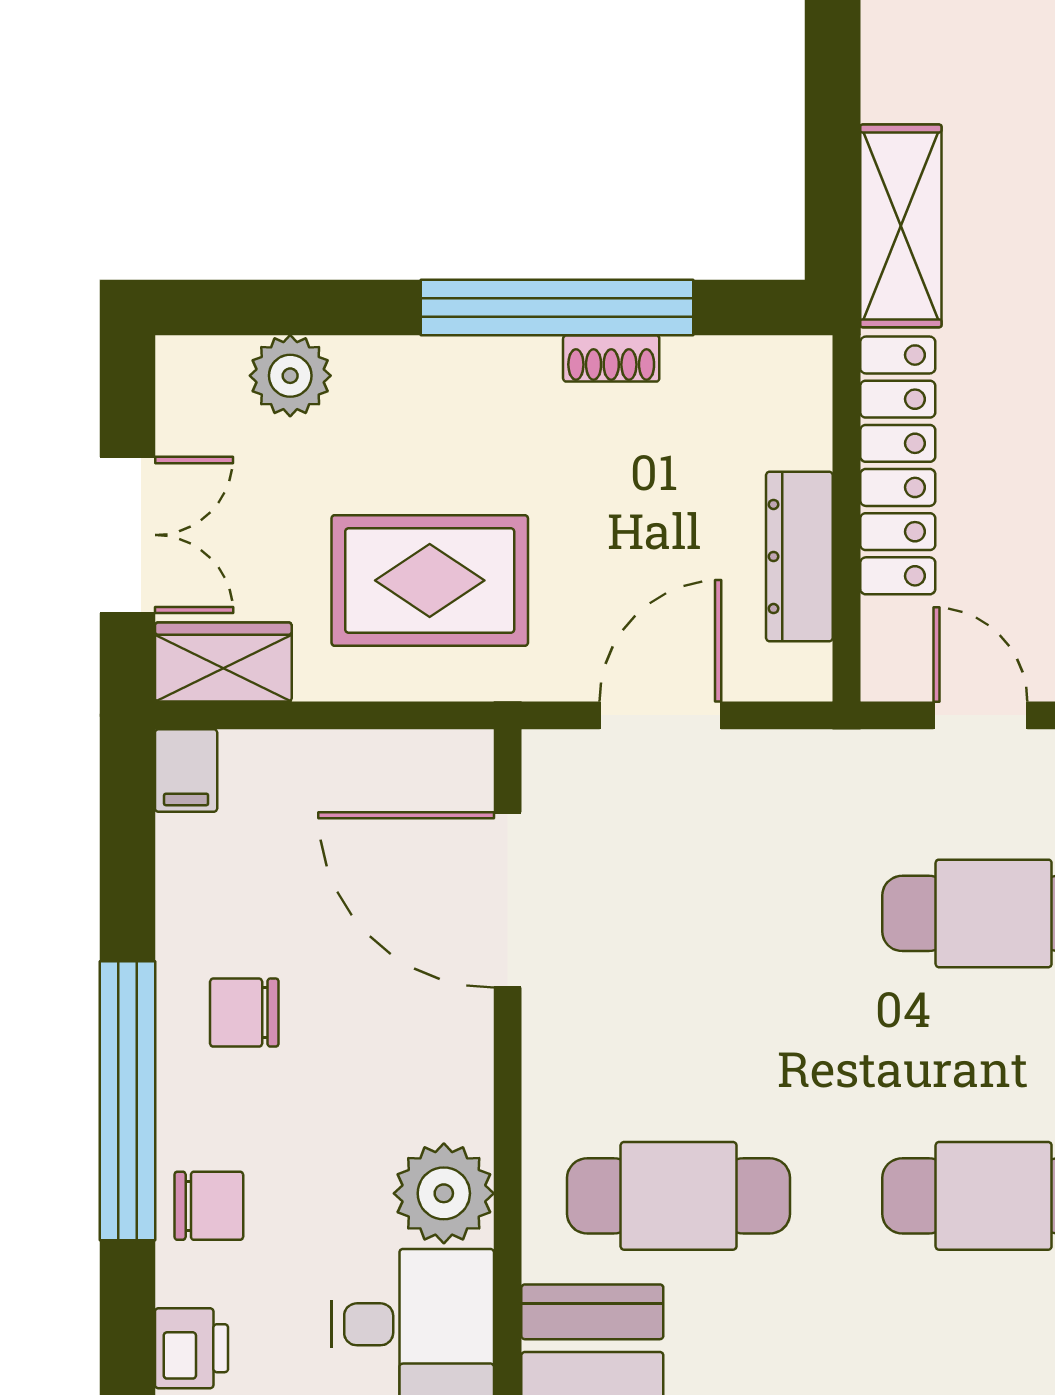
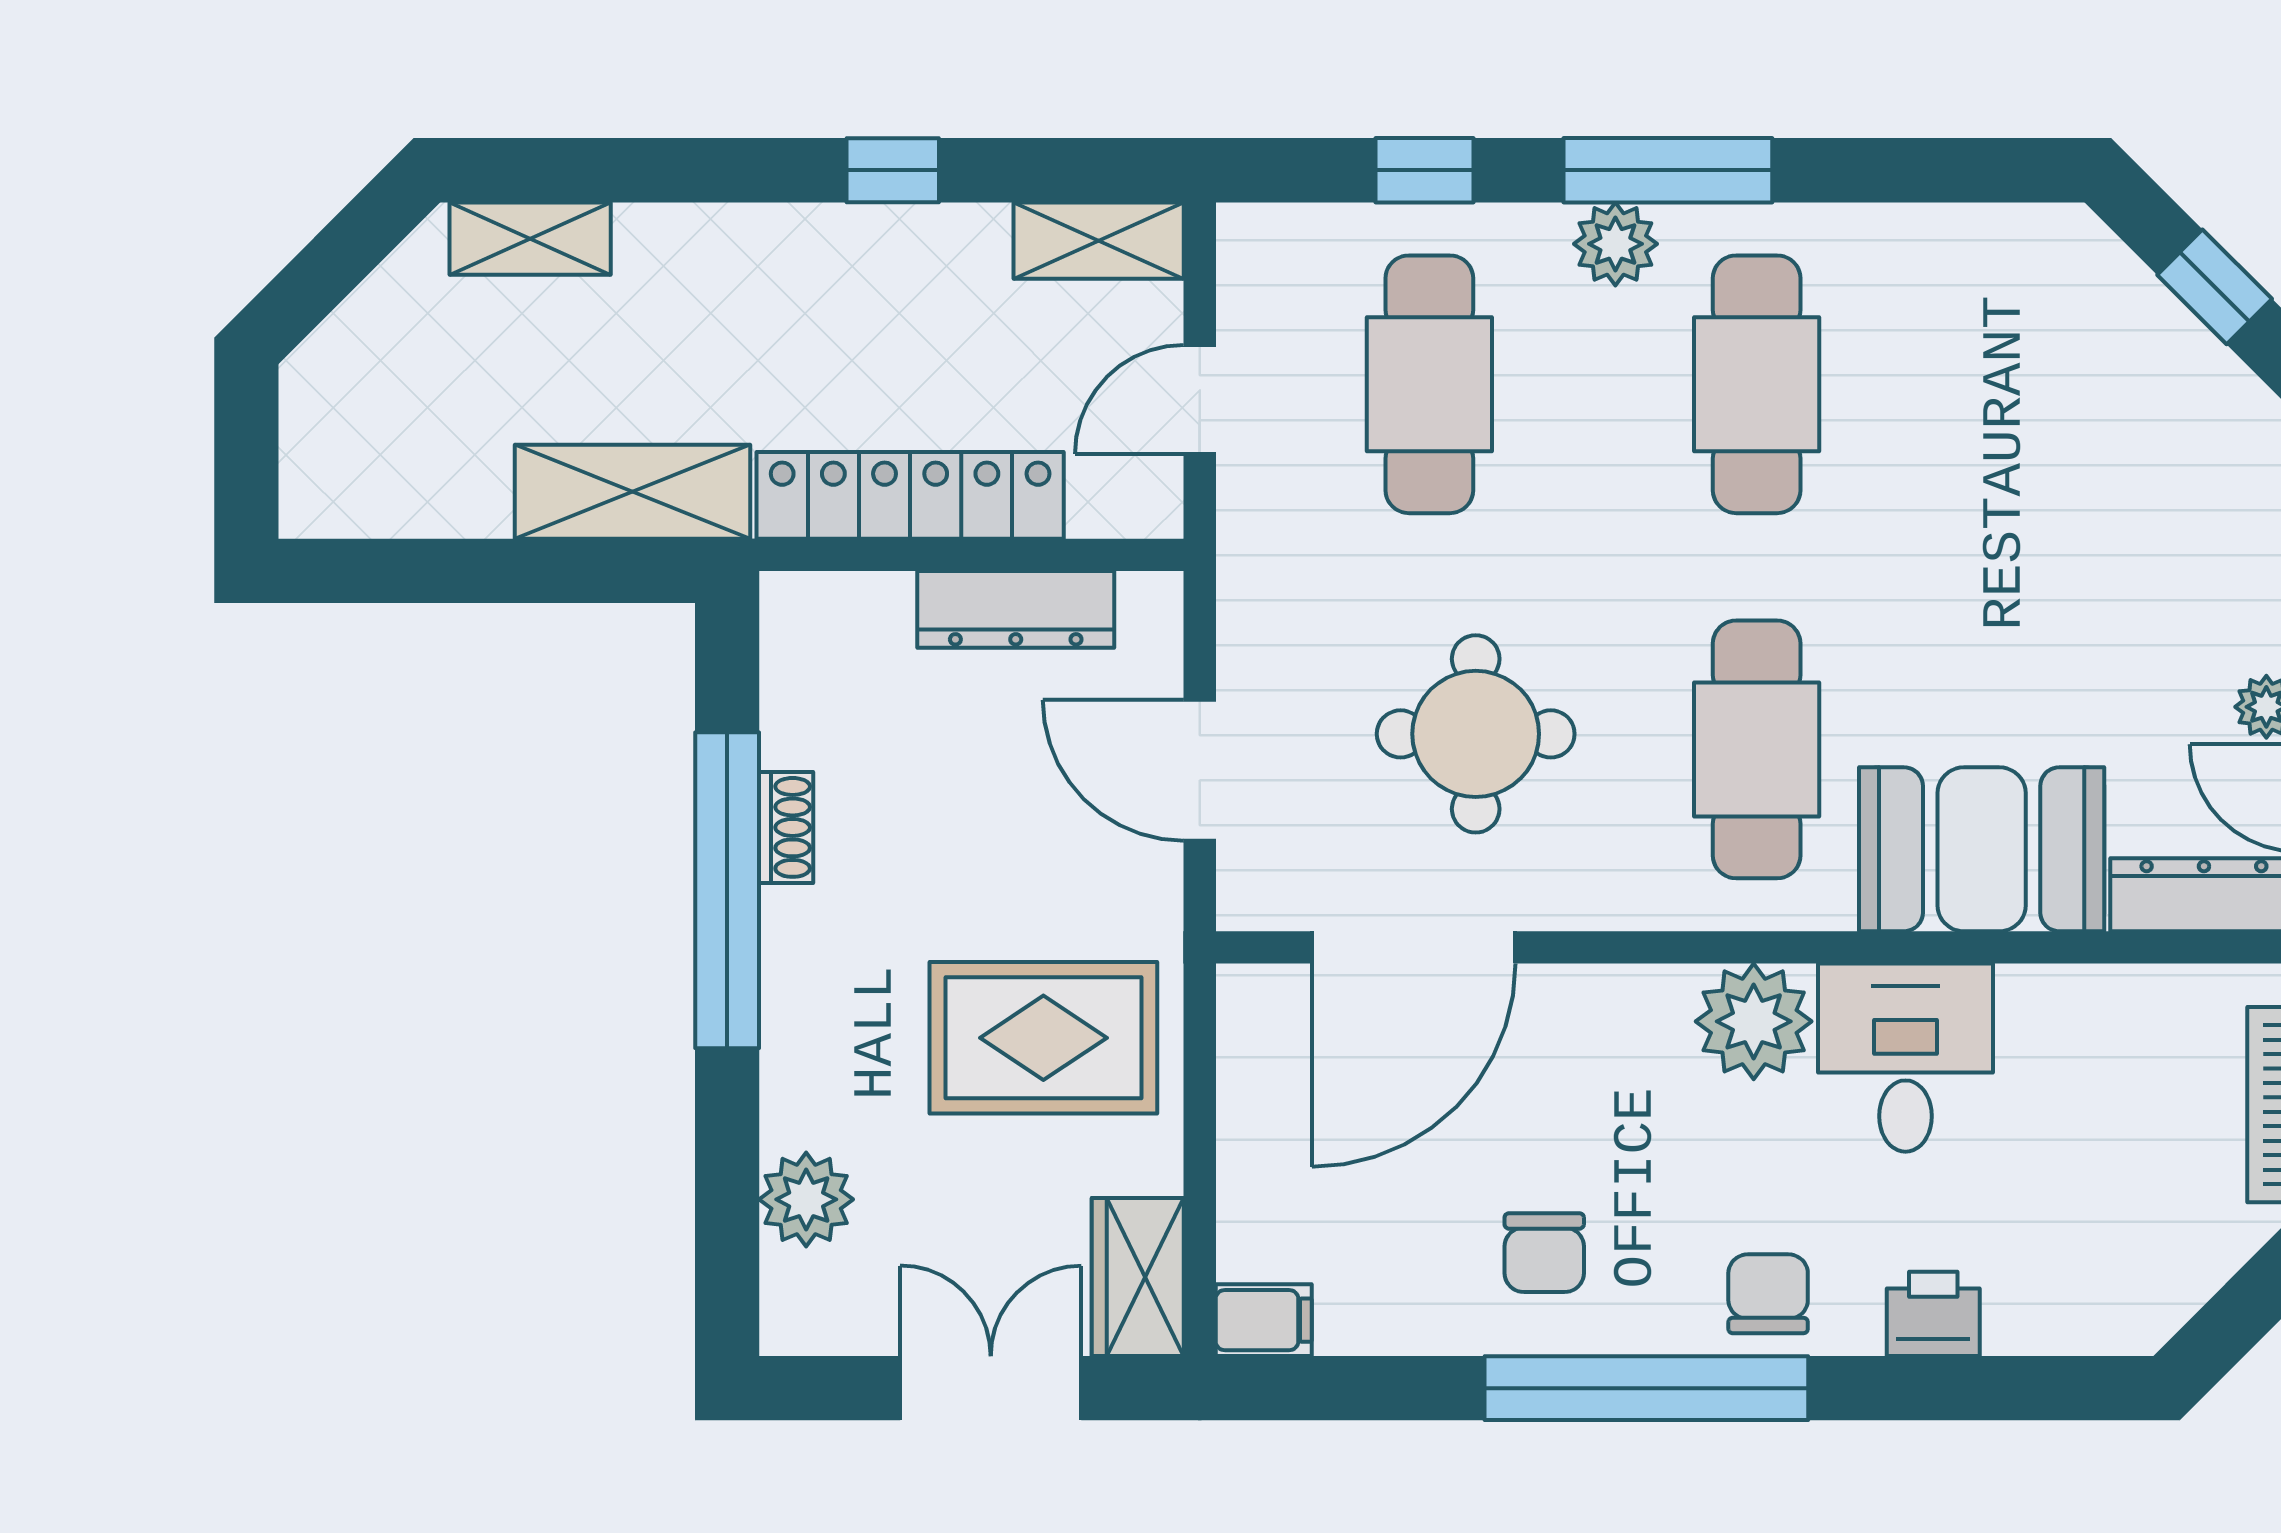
rug: (430, 580) -> (1043, 1038), turned 90
round table: (692, 953) -> (1476, 734), added

